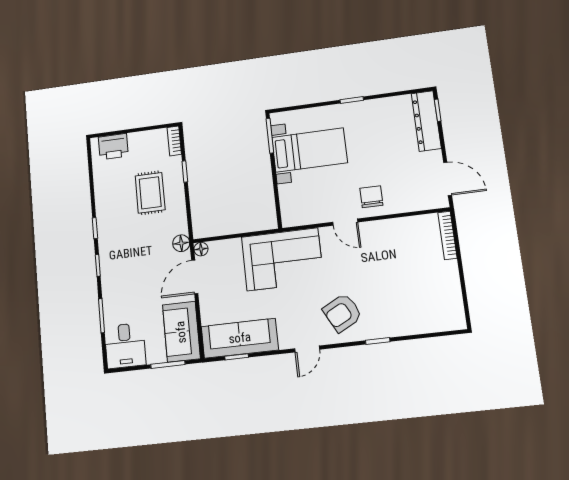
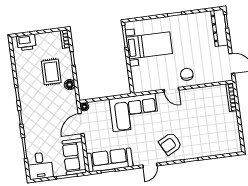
floor lamp: (181, 243) -> (70, 85), moved

